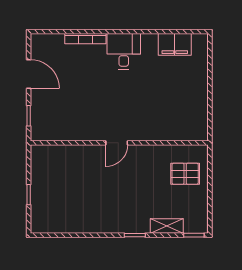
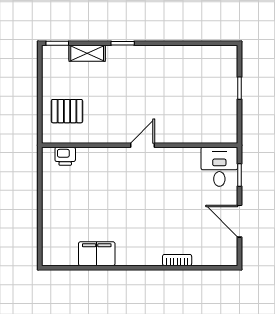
bookcase: (85, 39) -> (177, 260), width x0.64
filing cabinet: (175, 44) -> (97, 254), moved
desk: (124, 51) -> (219, 167), moved, turned 180
printer: (187, 133) -> (65, 156), added

